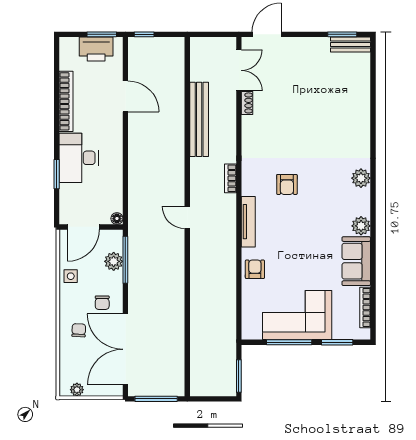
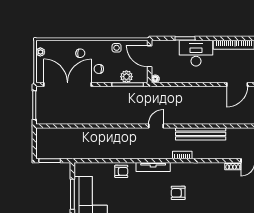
bench: (199, 119) -> (201, 134), moved

